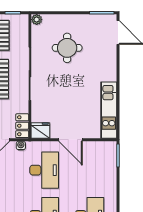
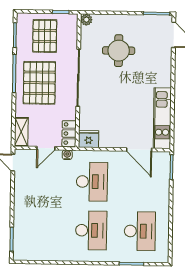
door: (70, 140) -> (139, 150), moved

